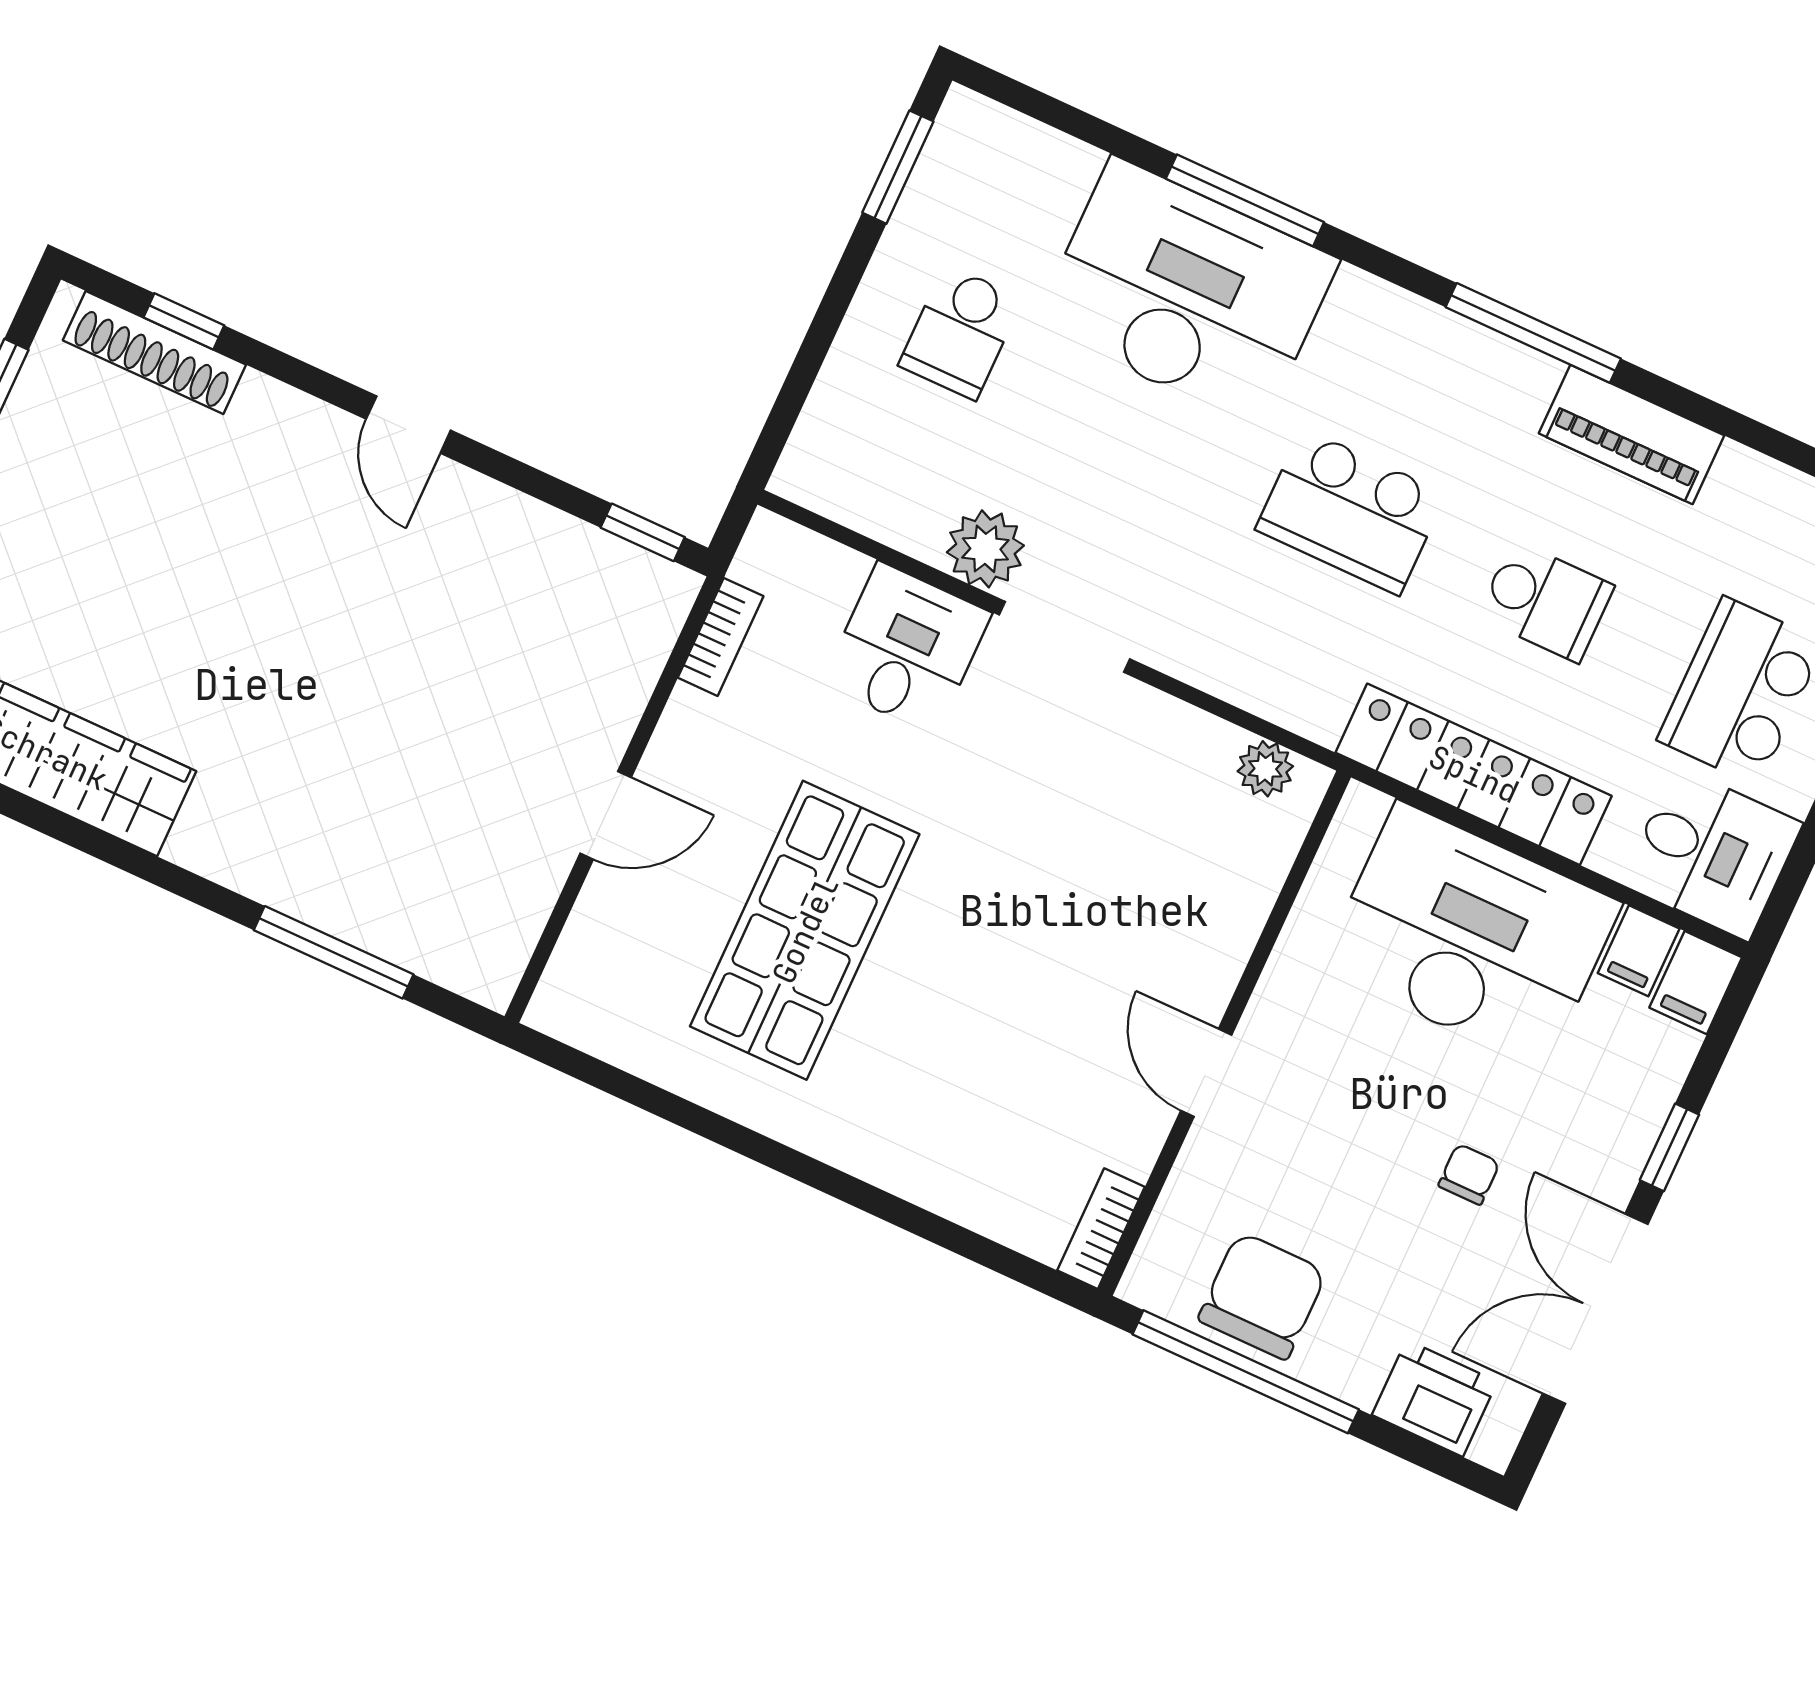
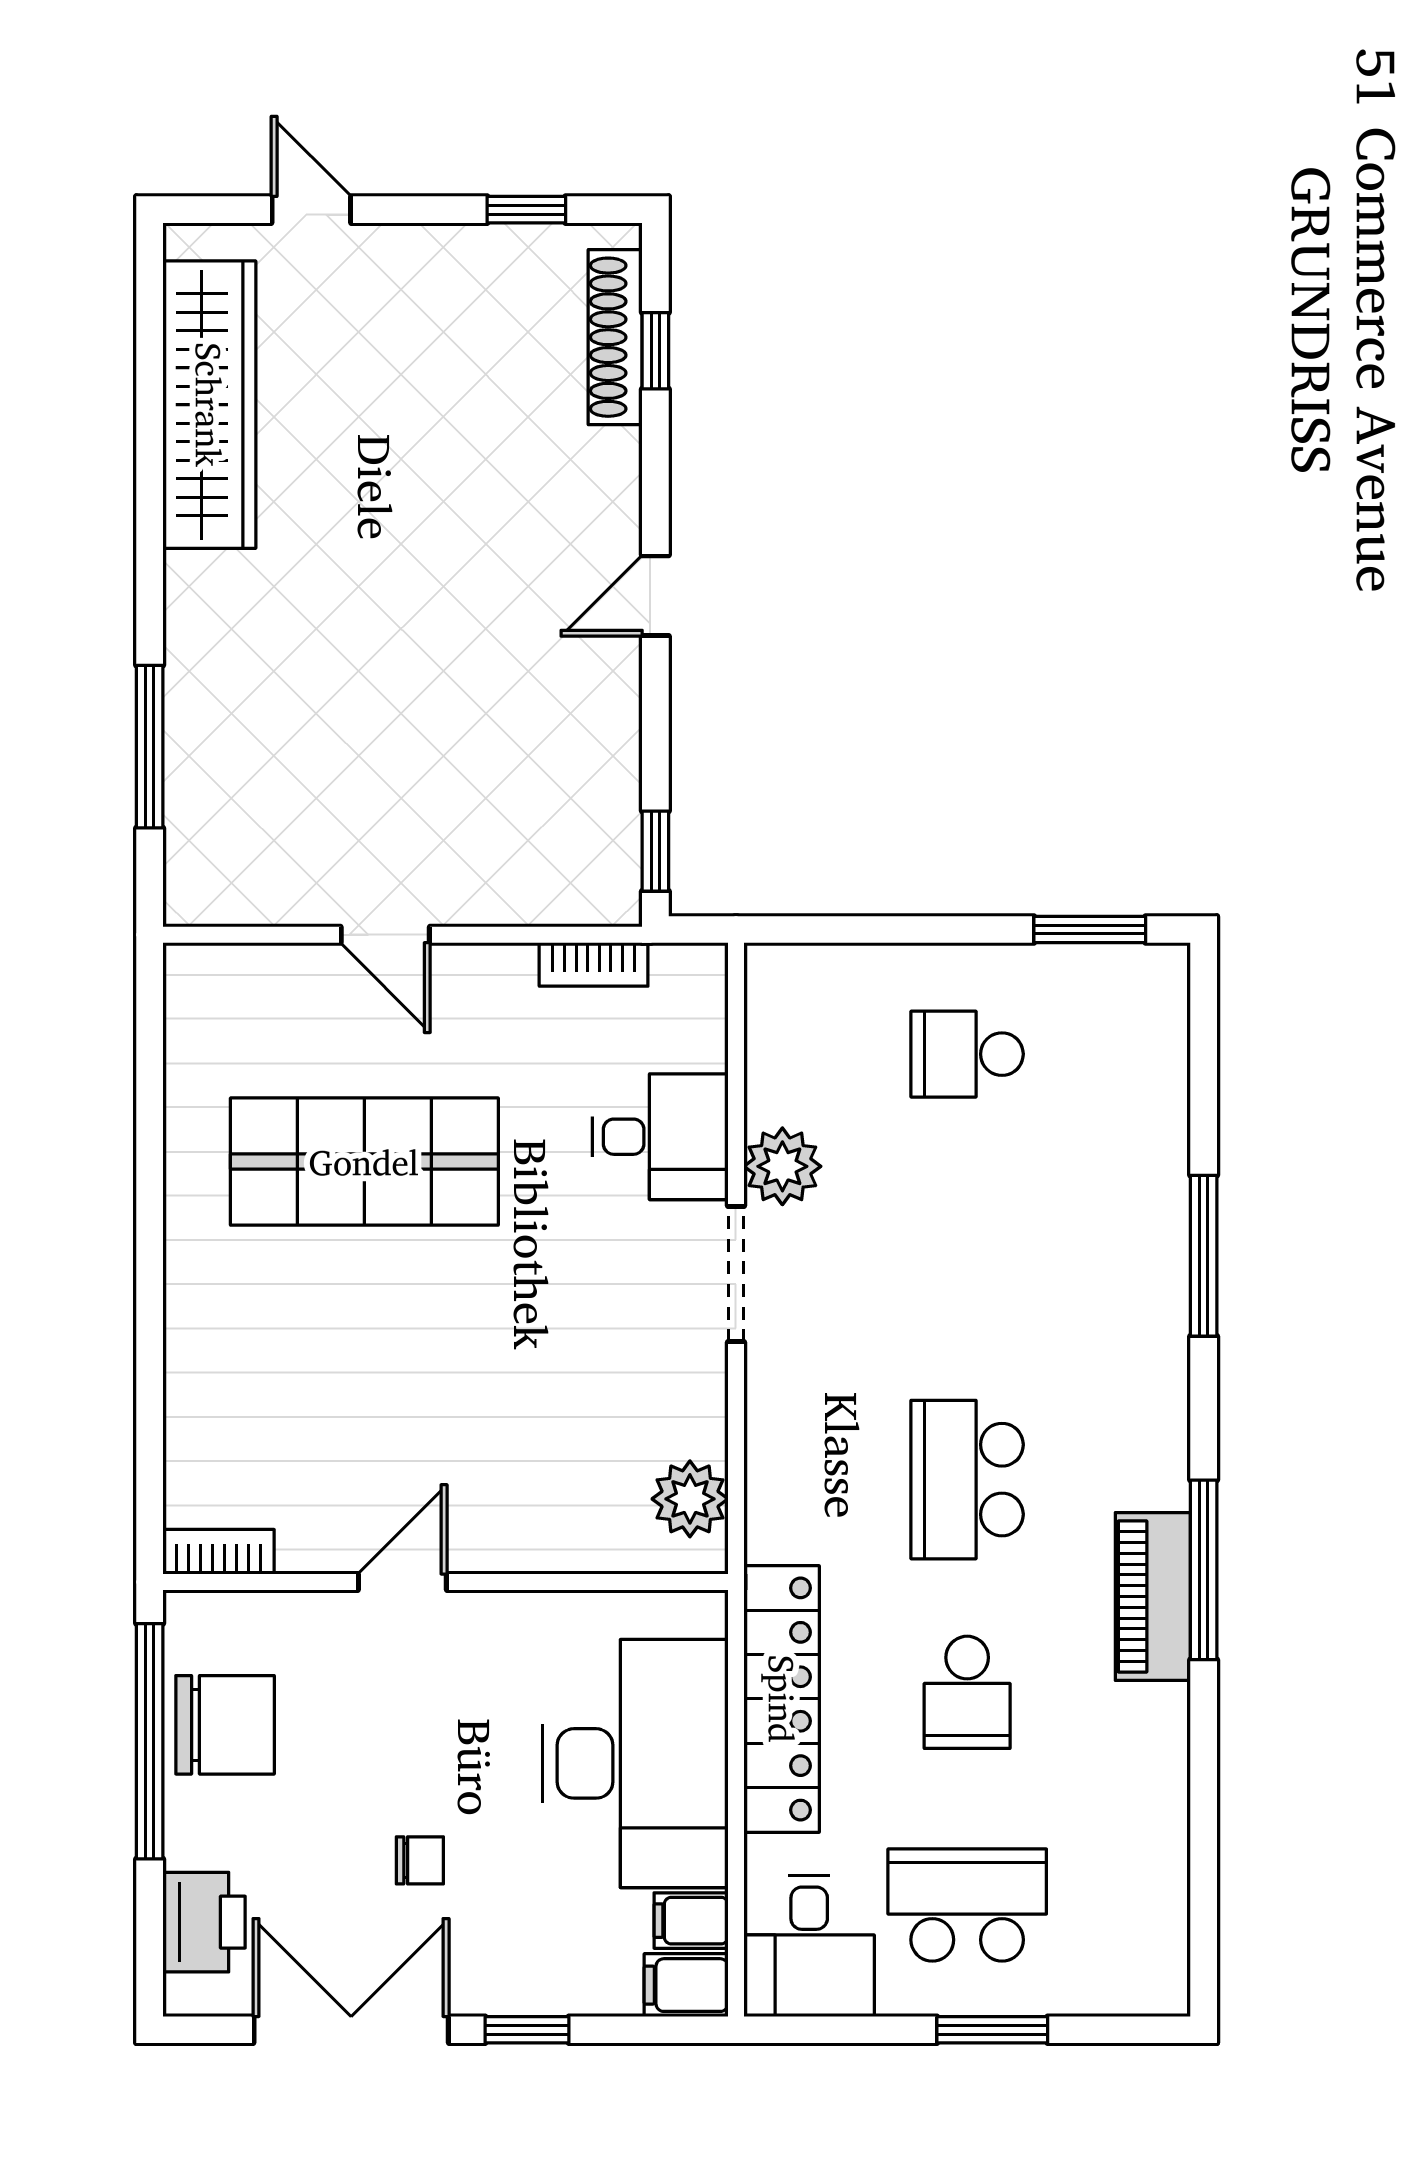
desk: (1187, 293) -> (1096, 1241), removed
piano: (1631, 434) -> (1153, 1597), moved
plant: (1265, 769) -> (690, 1499), width x1.38, depth x1.38

